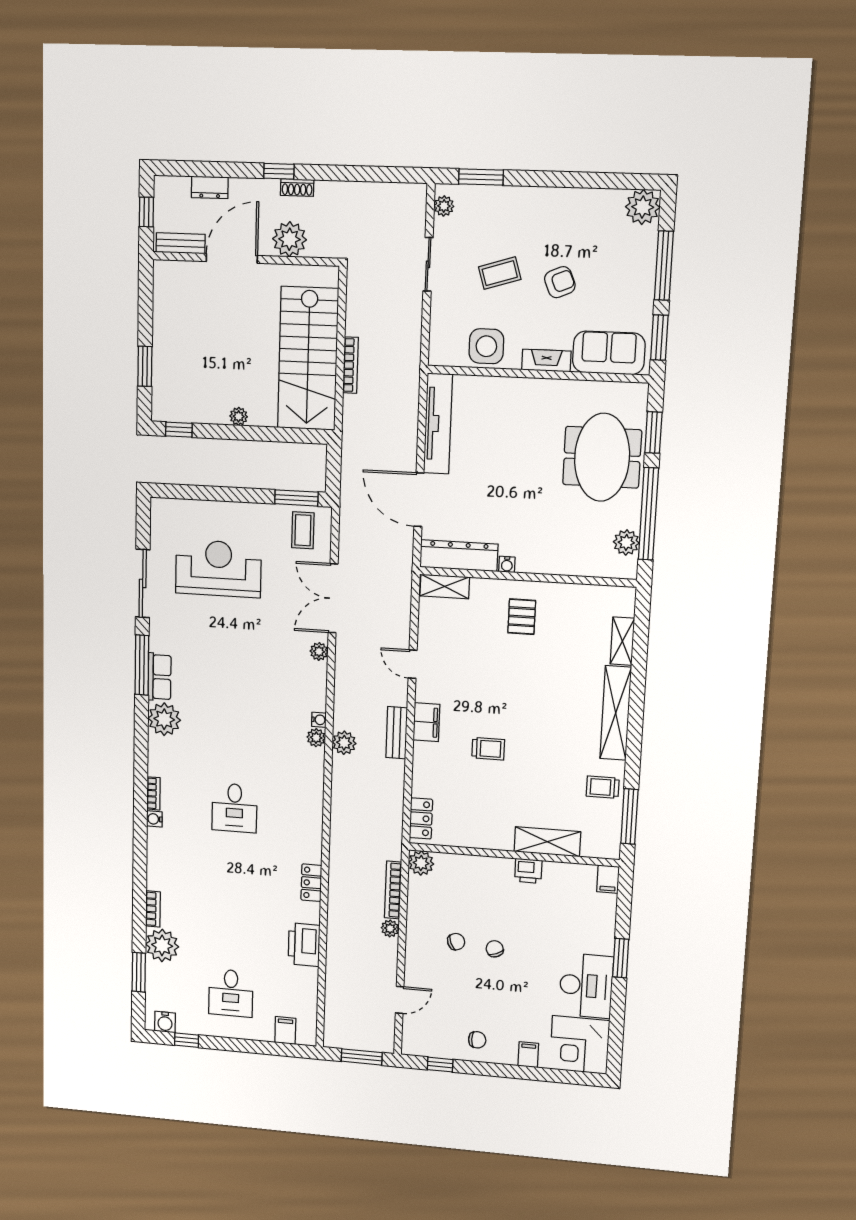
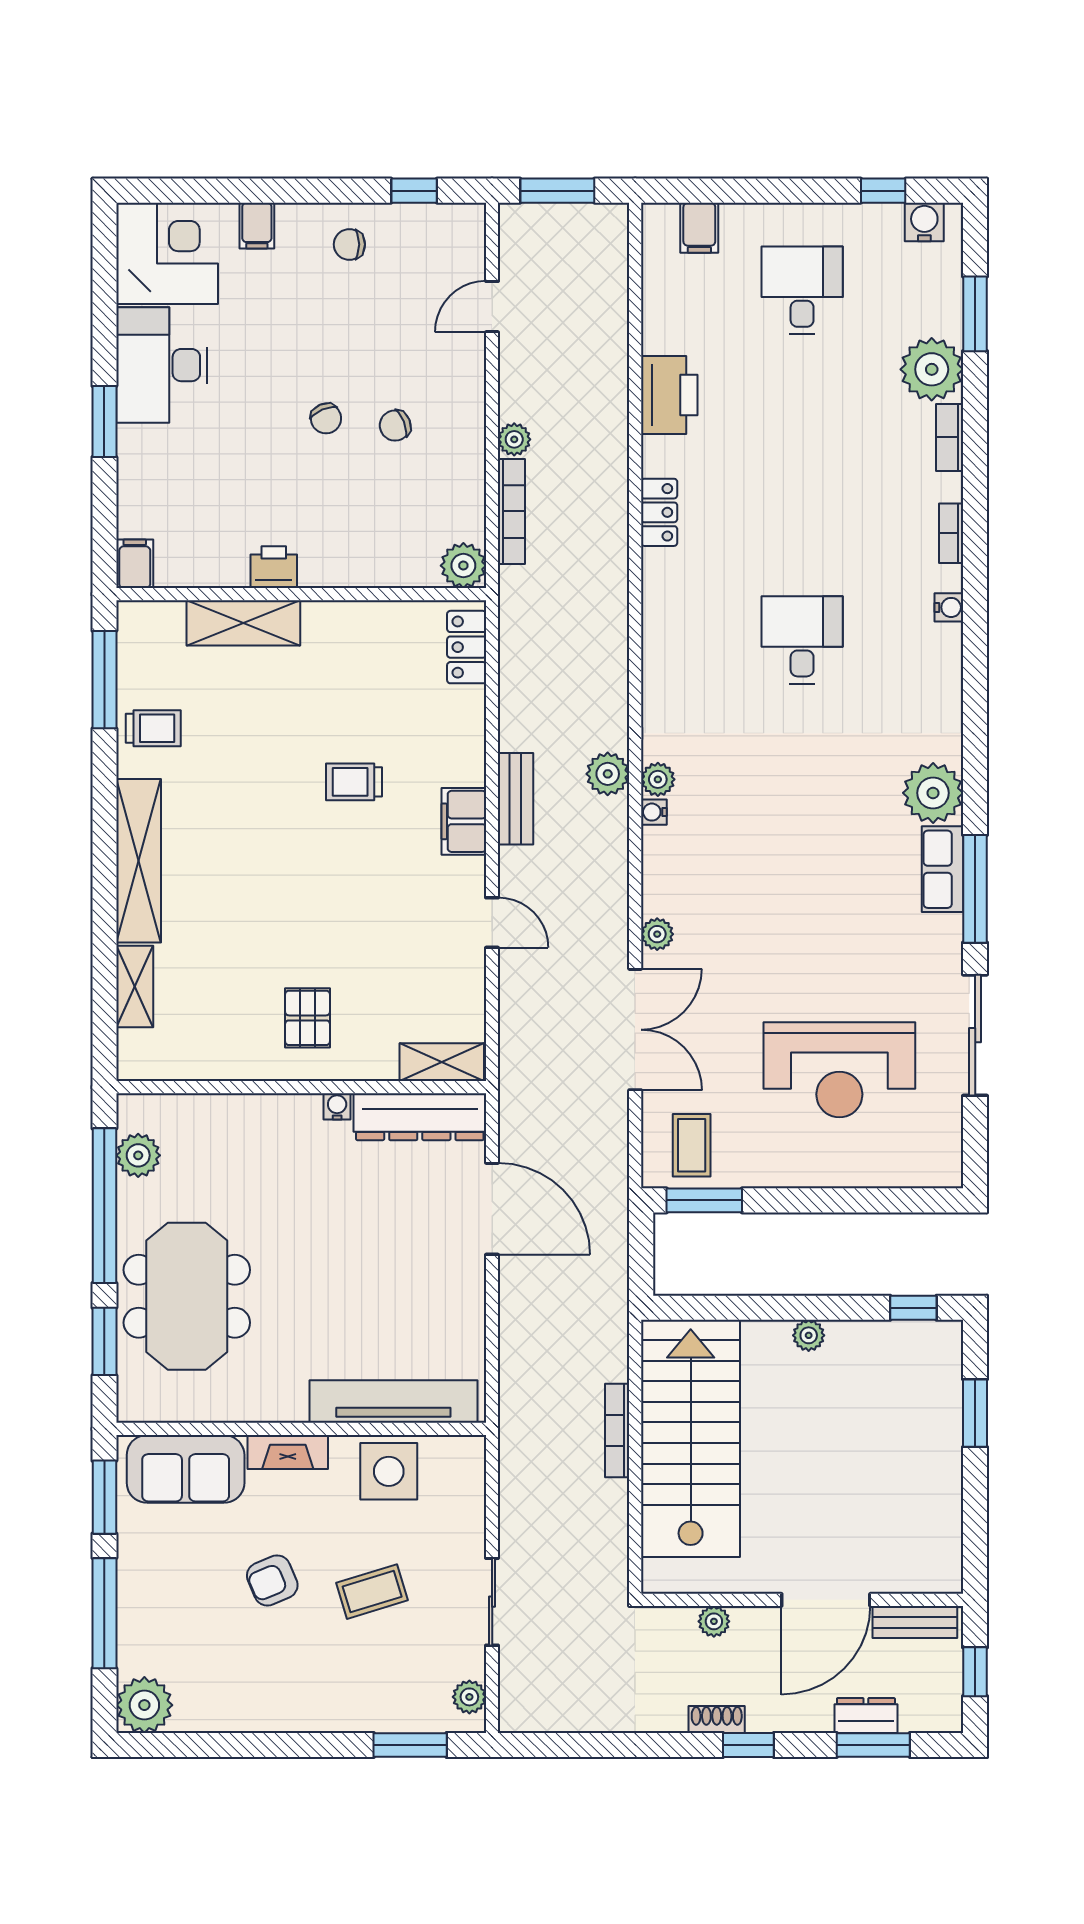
window: (206, 169) -> (873, 1745), added
plant: (289, 239) -> (714, 1621), width x0.53, depth x0.53
tv unit: (438, 424) -> (393, 1402), moved, turned 90
bookcase: (153, 793) -> (951, 533), moved

